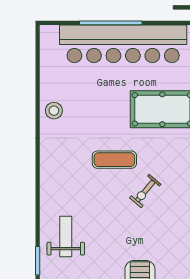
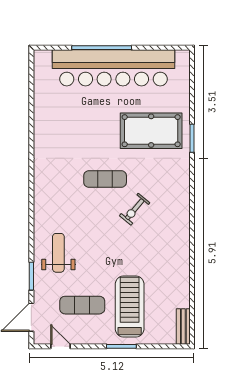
stool: (54, 111) -> (47, 132), removed

